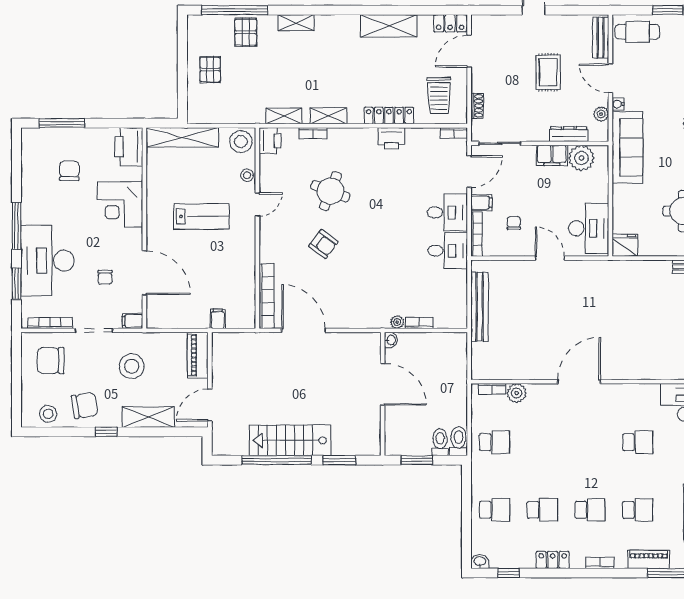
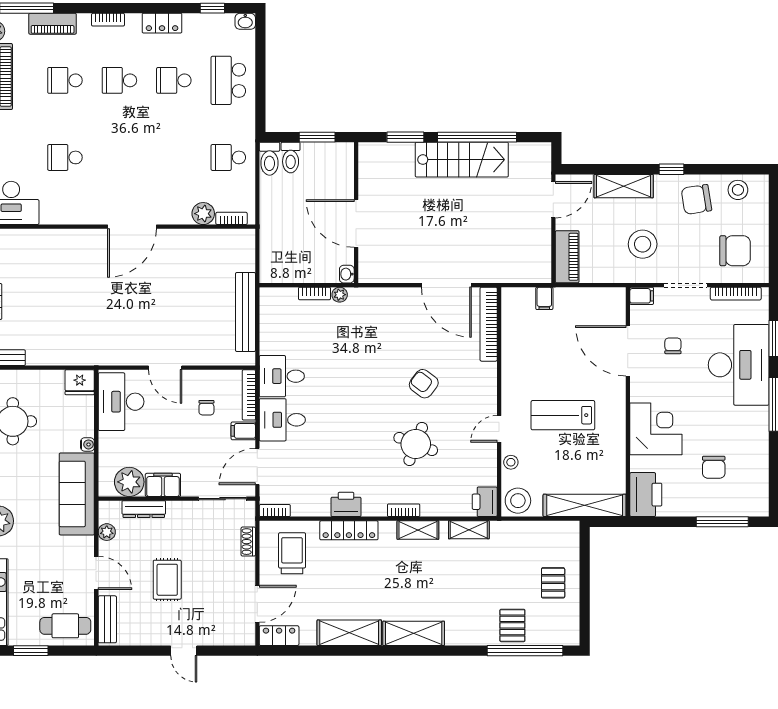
shelving: (296, 23) -> (414, 633), moved, width x1.50, depth x1.33
water cooler: (618, 104) -> (87, 444), moved
bookcase: (313, 133) -> (404, 510), moved
school desk: (495, 510) -> (228, 80), width x1.85

